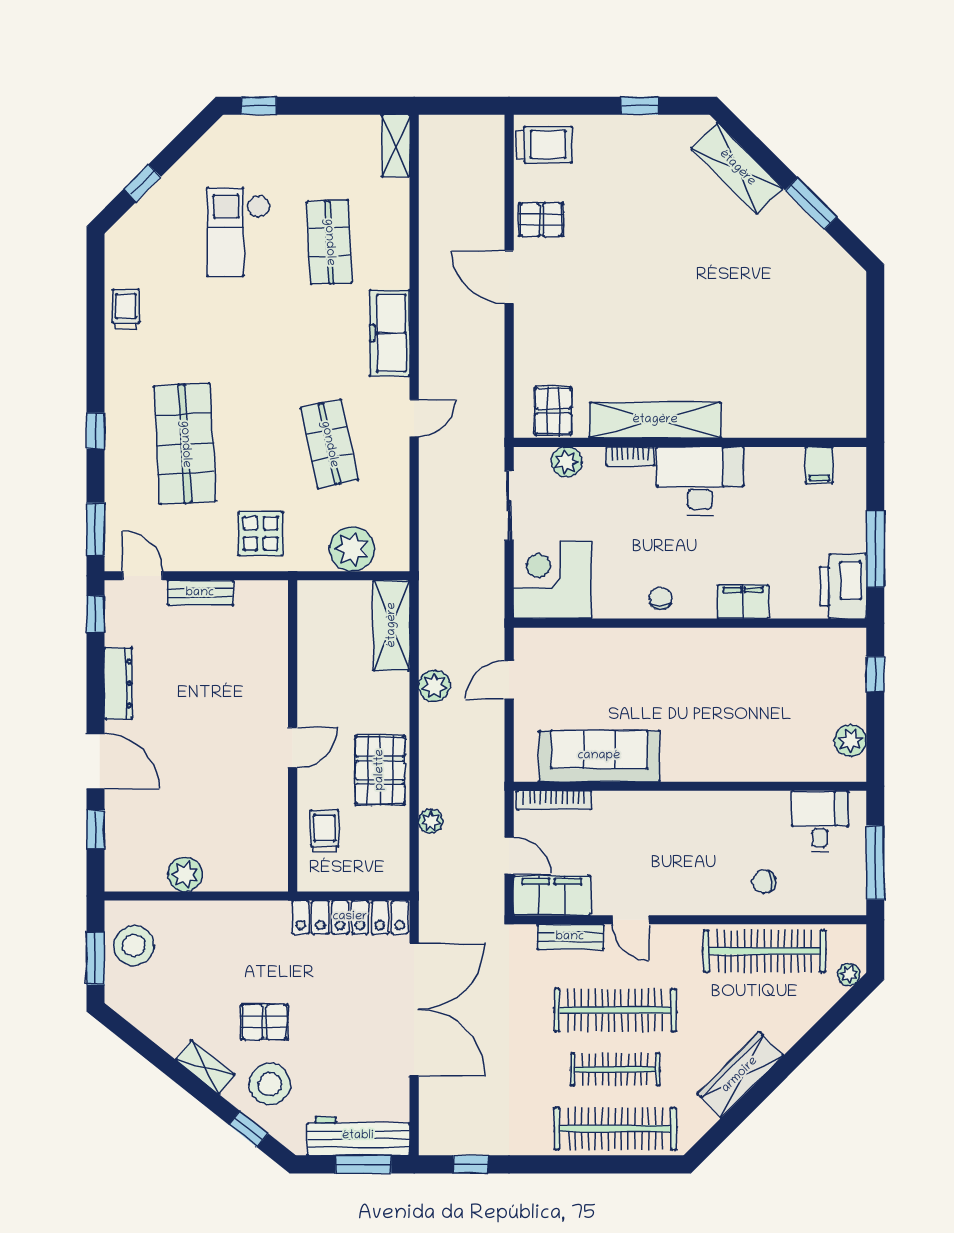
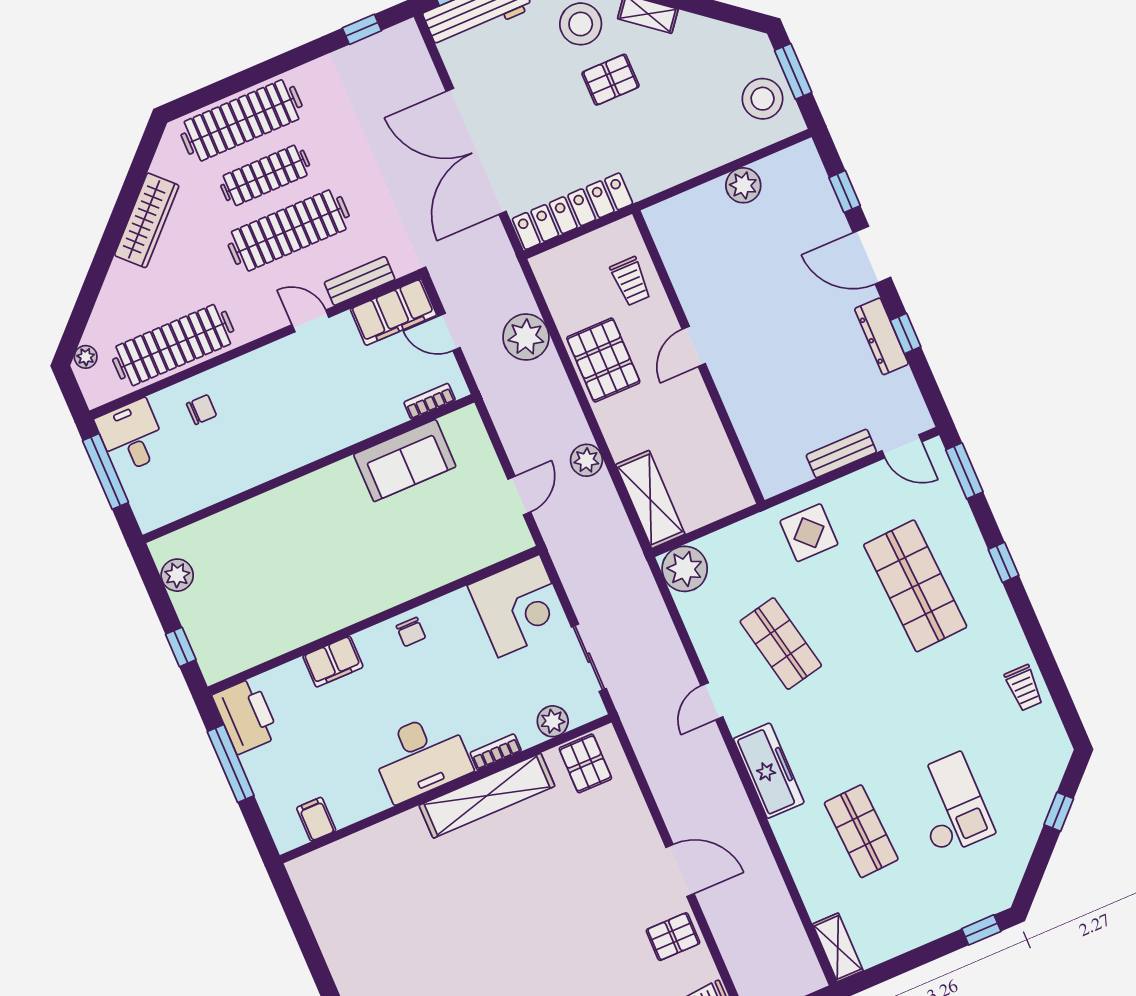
plant: (352, 549) -> (685, 569), moved
window: (95, 614) -> (906, 334), moved
sofa: (599, 756) -> (405, 461), width x0.73
bookcase: (554, 800) -> (430, 401), width x0.64
plant: (431, 821) -> (526, 337), width x1.87, depth x1.87
desk: (820, 821) -> (131, 436), moved, turned 180

